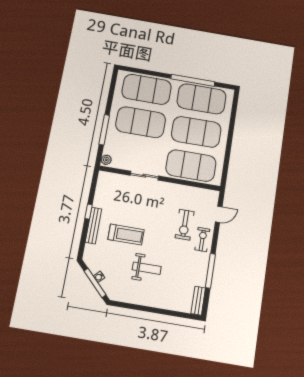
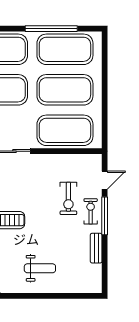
weight bench: (147, 268) -> (40, 268), moved
window: (210, 271) -> (105, 216), moved
bench: (198, 301) -> (96, 248), moved

